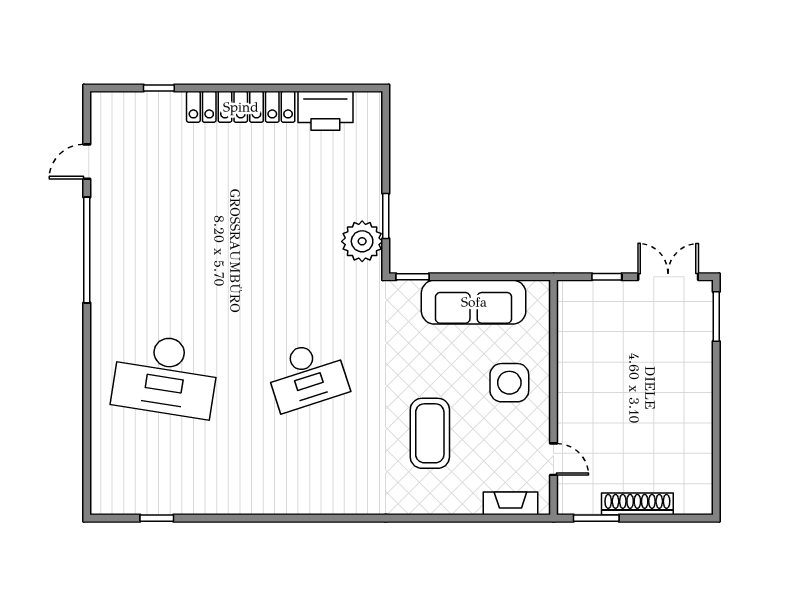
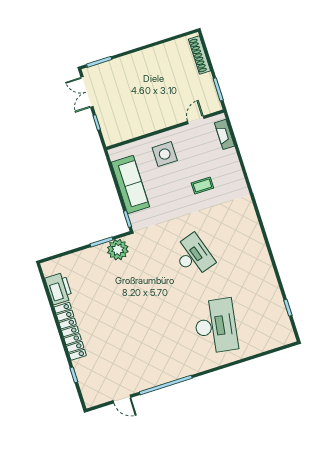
coffee table: (430, 433) -> (202, 186), width x0.54, depth x0.58
shoe rack: (637, 504) -> (199, 55), moved

